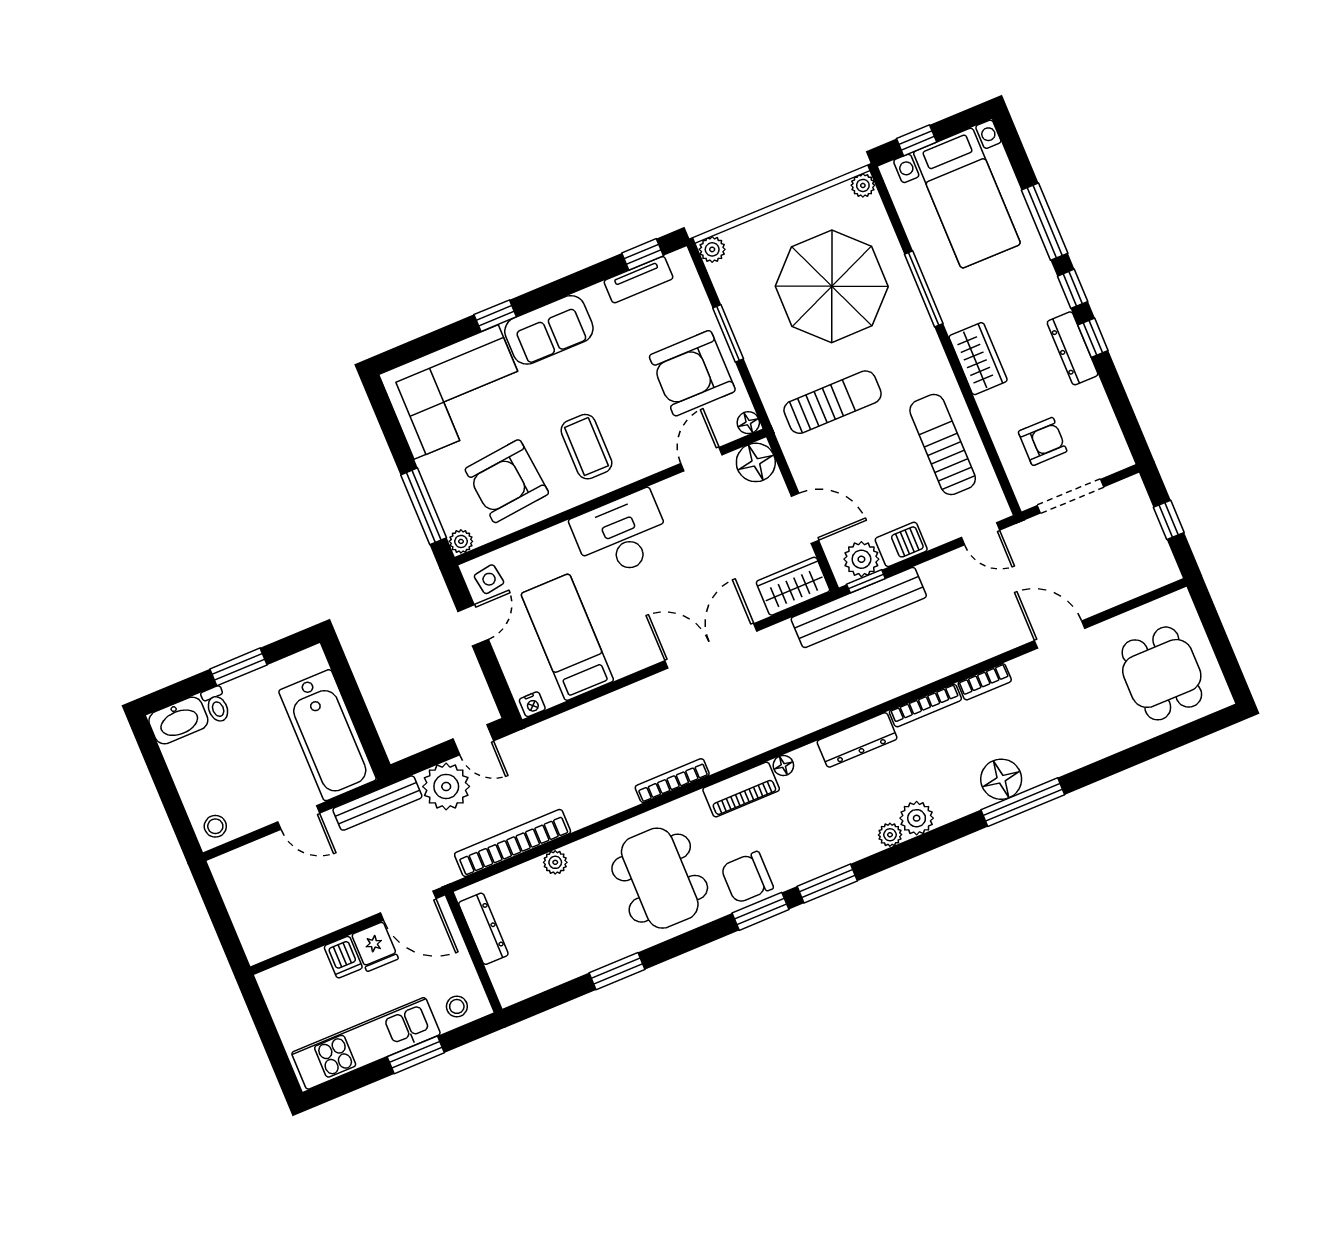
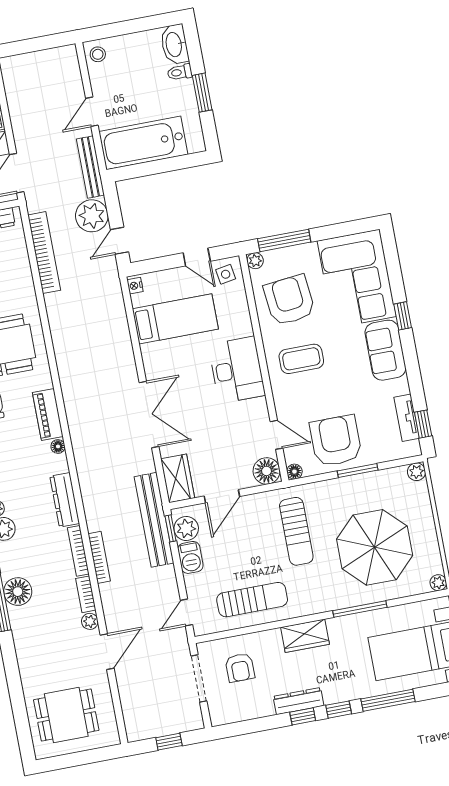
bookcase: (672, 781) -> (99, 557), moved
plant: (555, 862) -> (90, 621), moved

